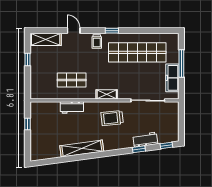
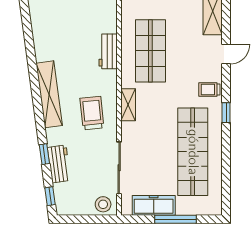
shop shelf: (72, 80) -> (150, 51), width x1.43, depth x1.36
stool: (172, 111) -> (103, 204), added
shelving: (82, 148) -> (49, 94), moved

